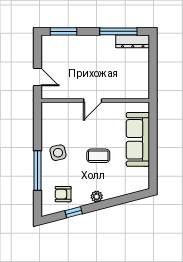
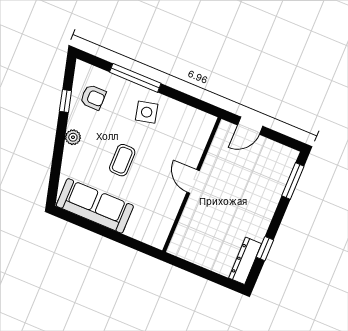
window: (118, 31) -> (265, 249), width x0.46
sofa: (138, 139) -> (95, 206), moved
armchair: (63, 194) -> (93, 97), turned 90

